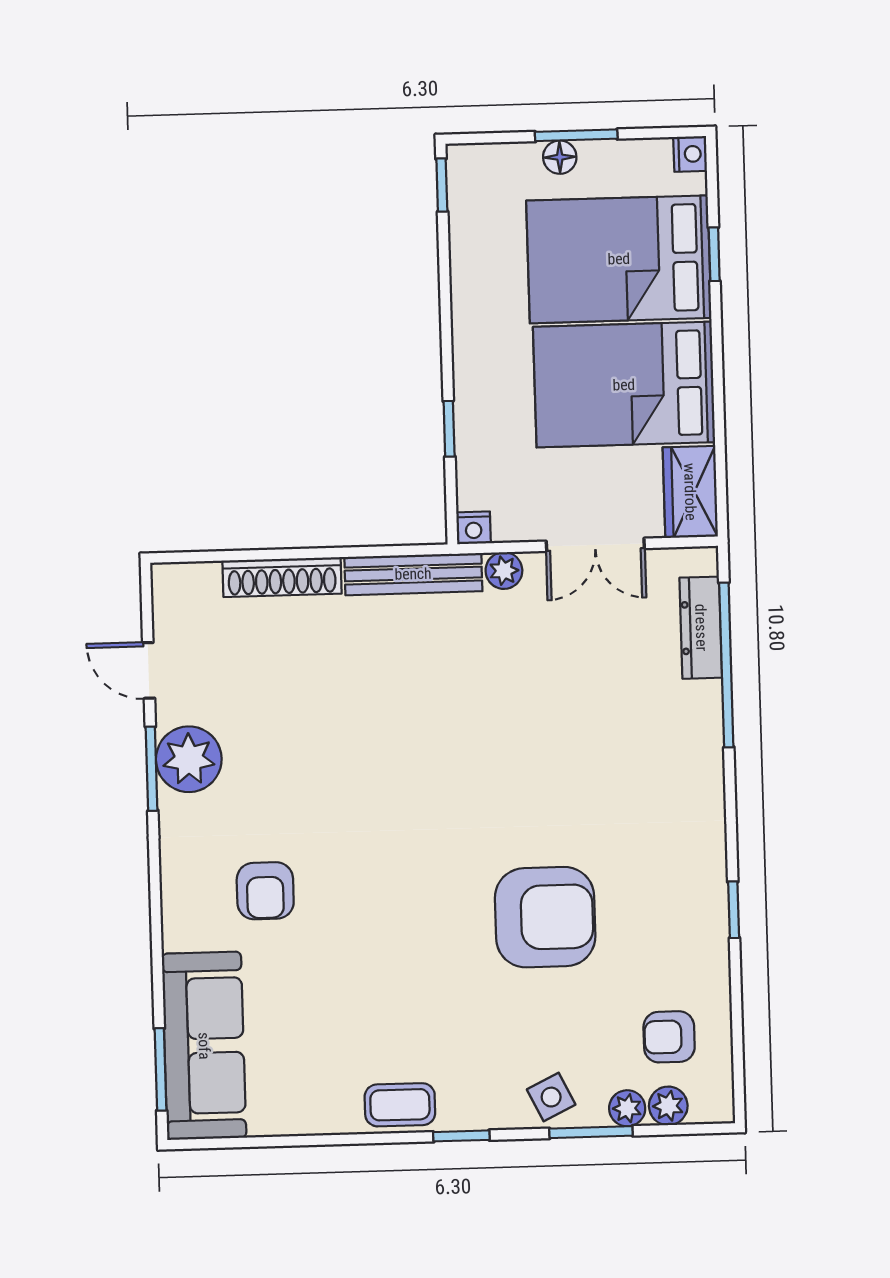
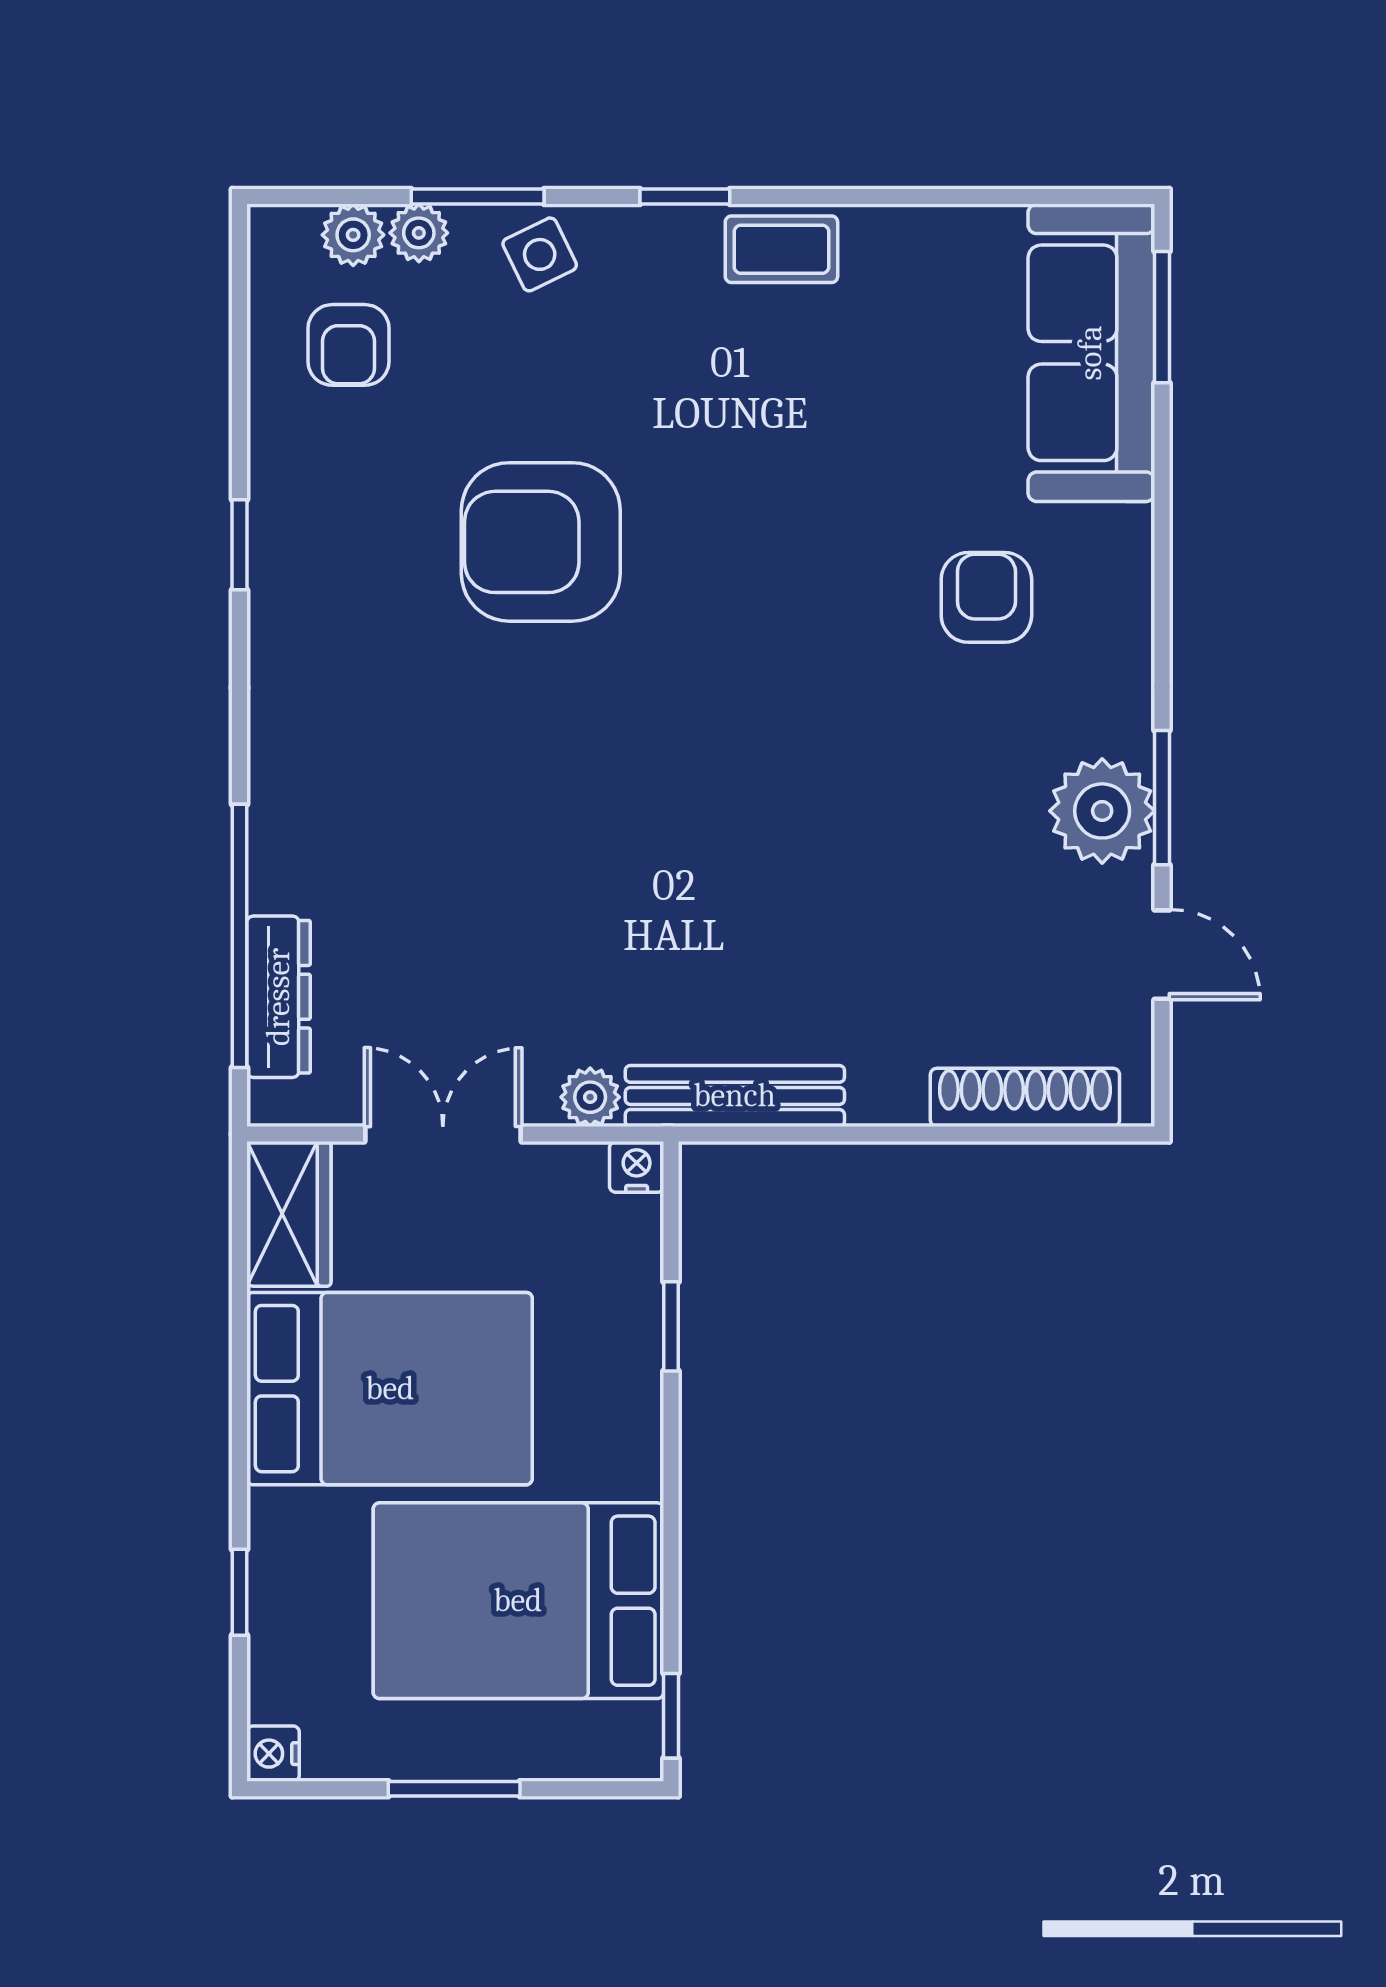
floor lamp: (560, 157) -> (481, 1755), removed
bed: (619, 259) -> (518, 1601), moved, turned 180
shoe rack: (282, 577) -> (1025, 1097), moved
armchair: (669, 1037) -> (349, 345), turned 90

